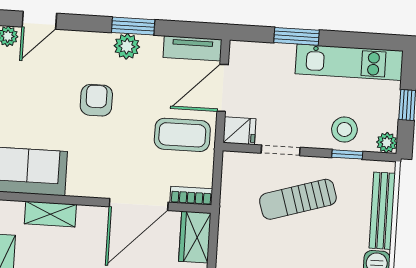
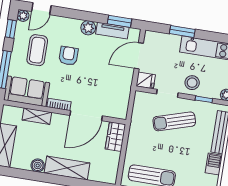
window: (133, 26) -> (119, 21), moved
tv unit: (192, 48) -> (112, 31), moved
stool: (344, 129) -> (192, 83), moved
coffee table: (182, 135) -> (37, 50), moved, turned 90
bookcase: (191, 196) -> (59, 104), moved

